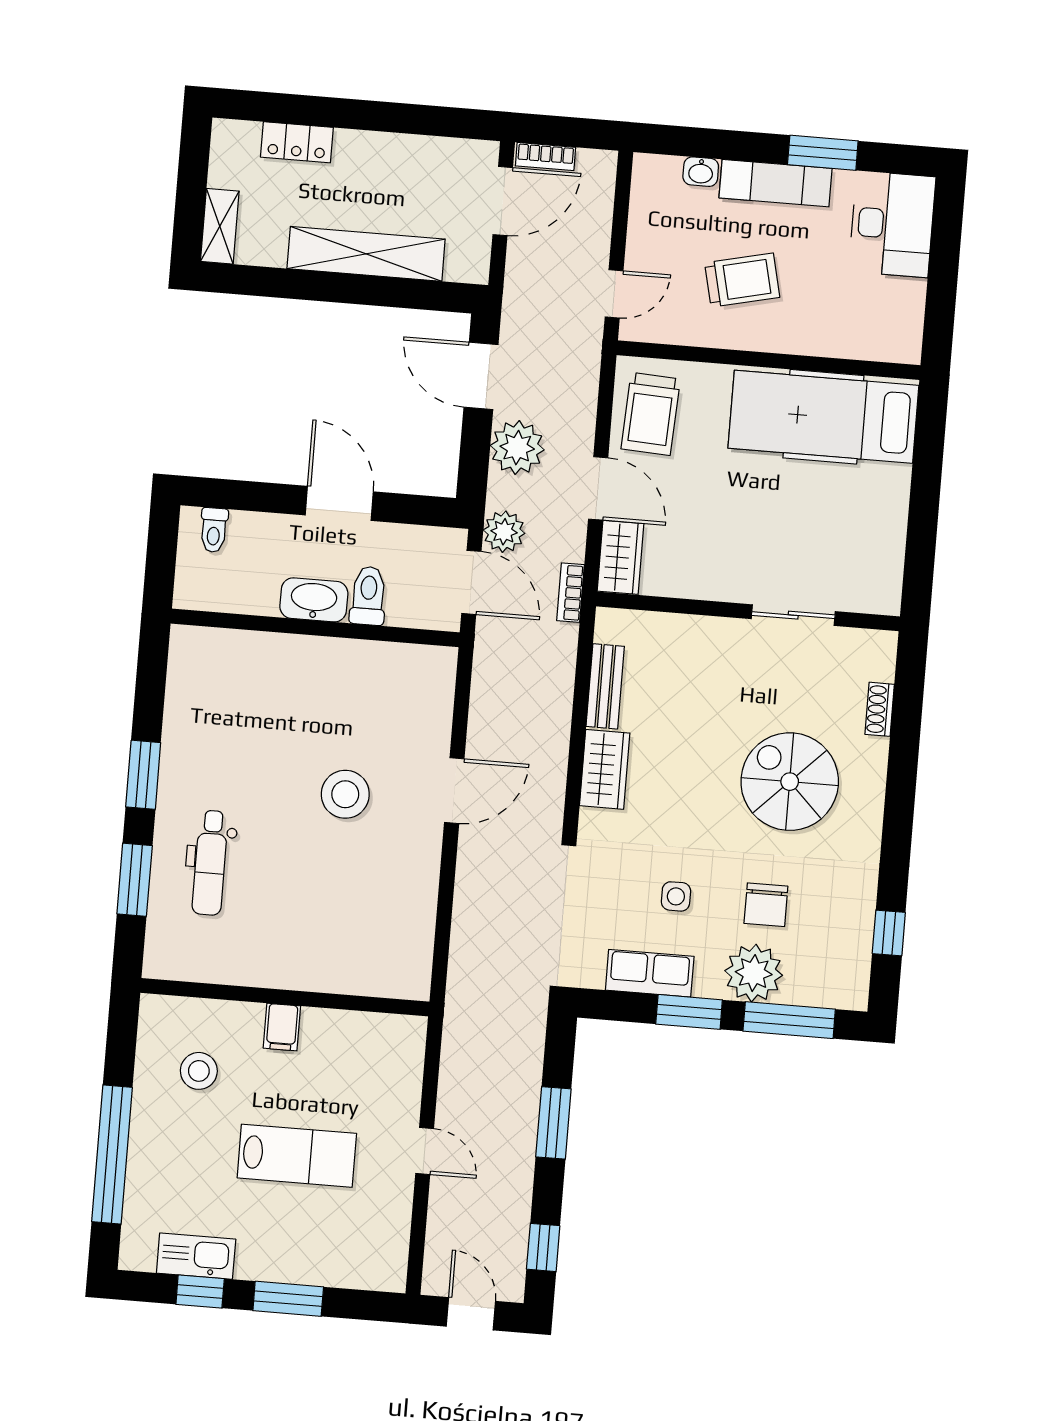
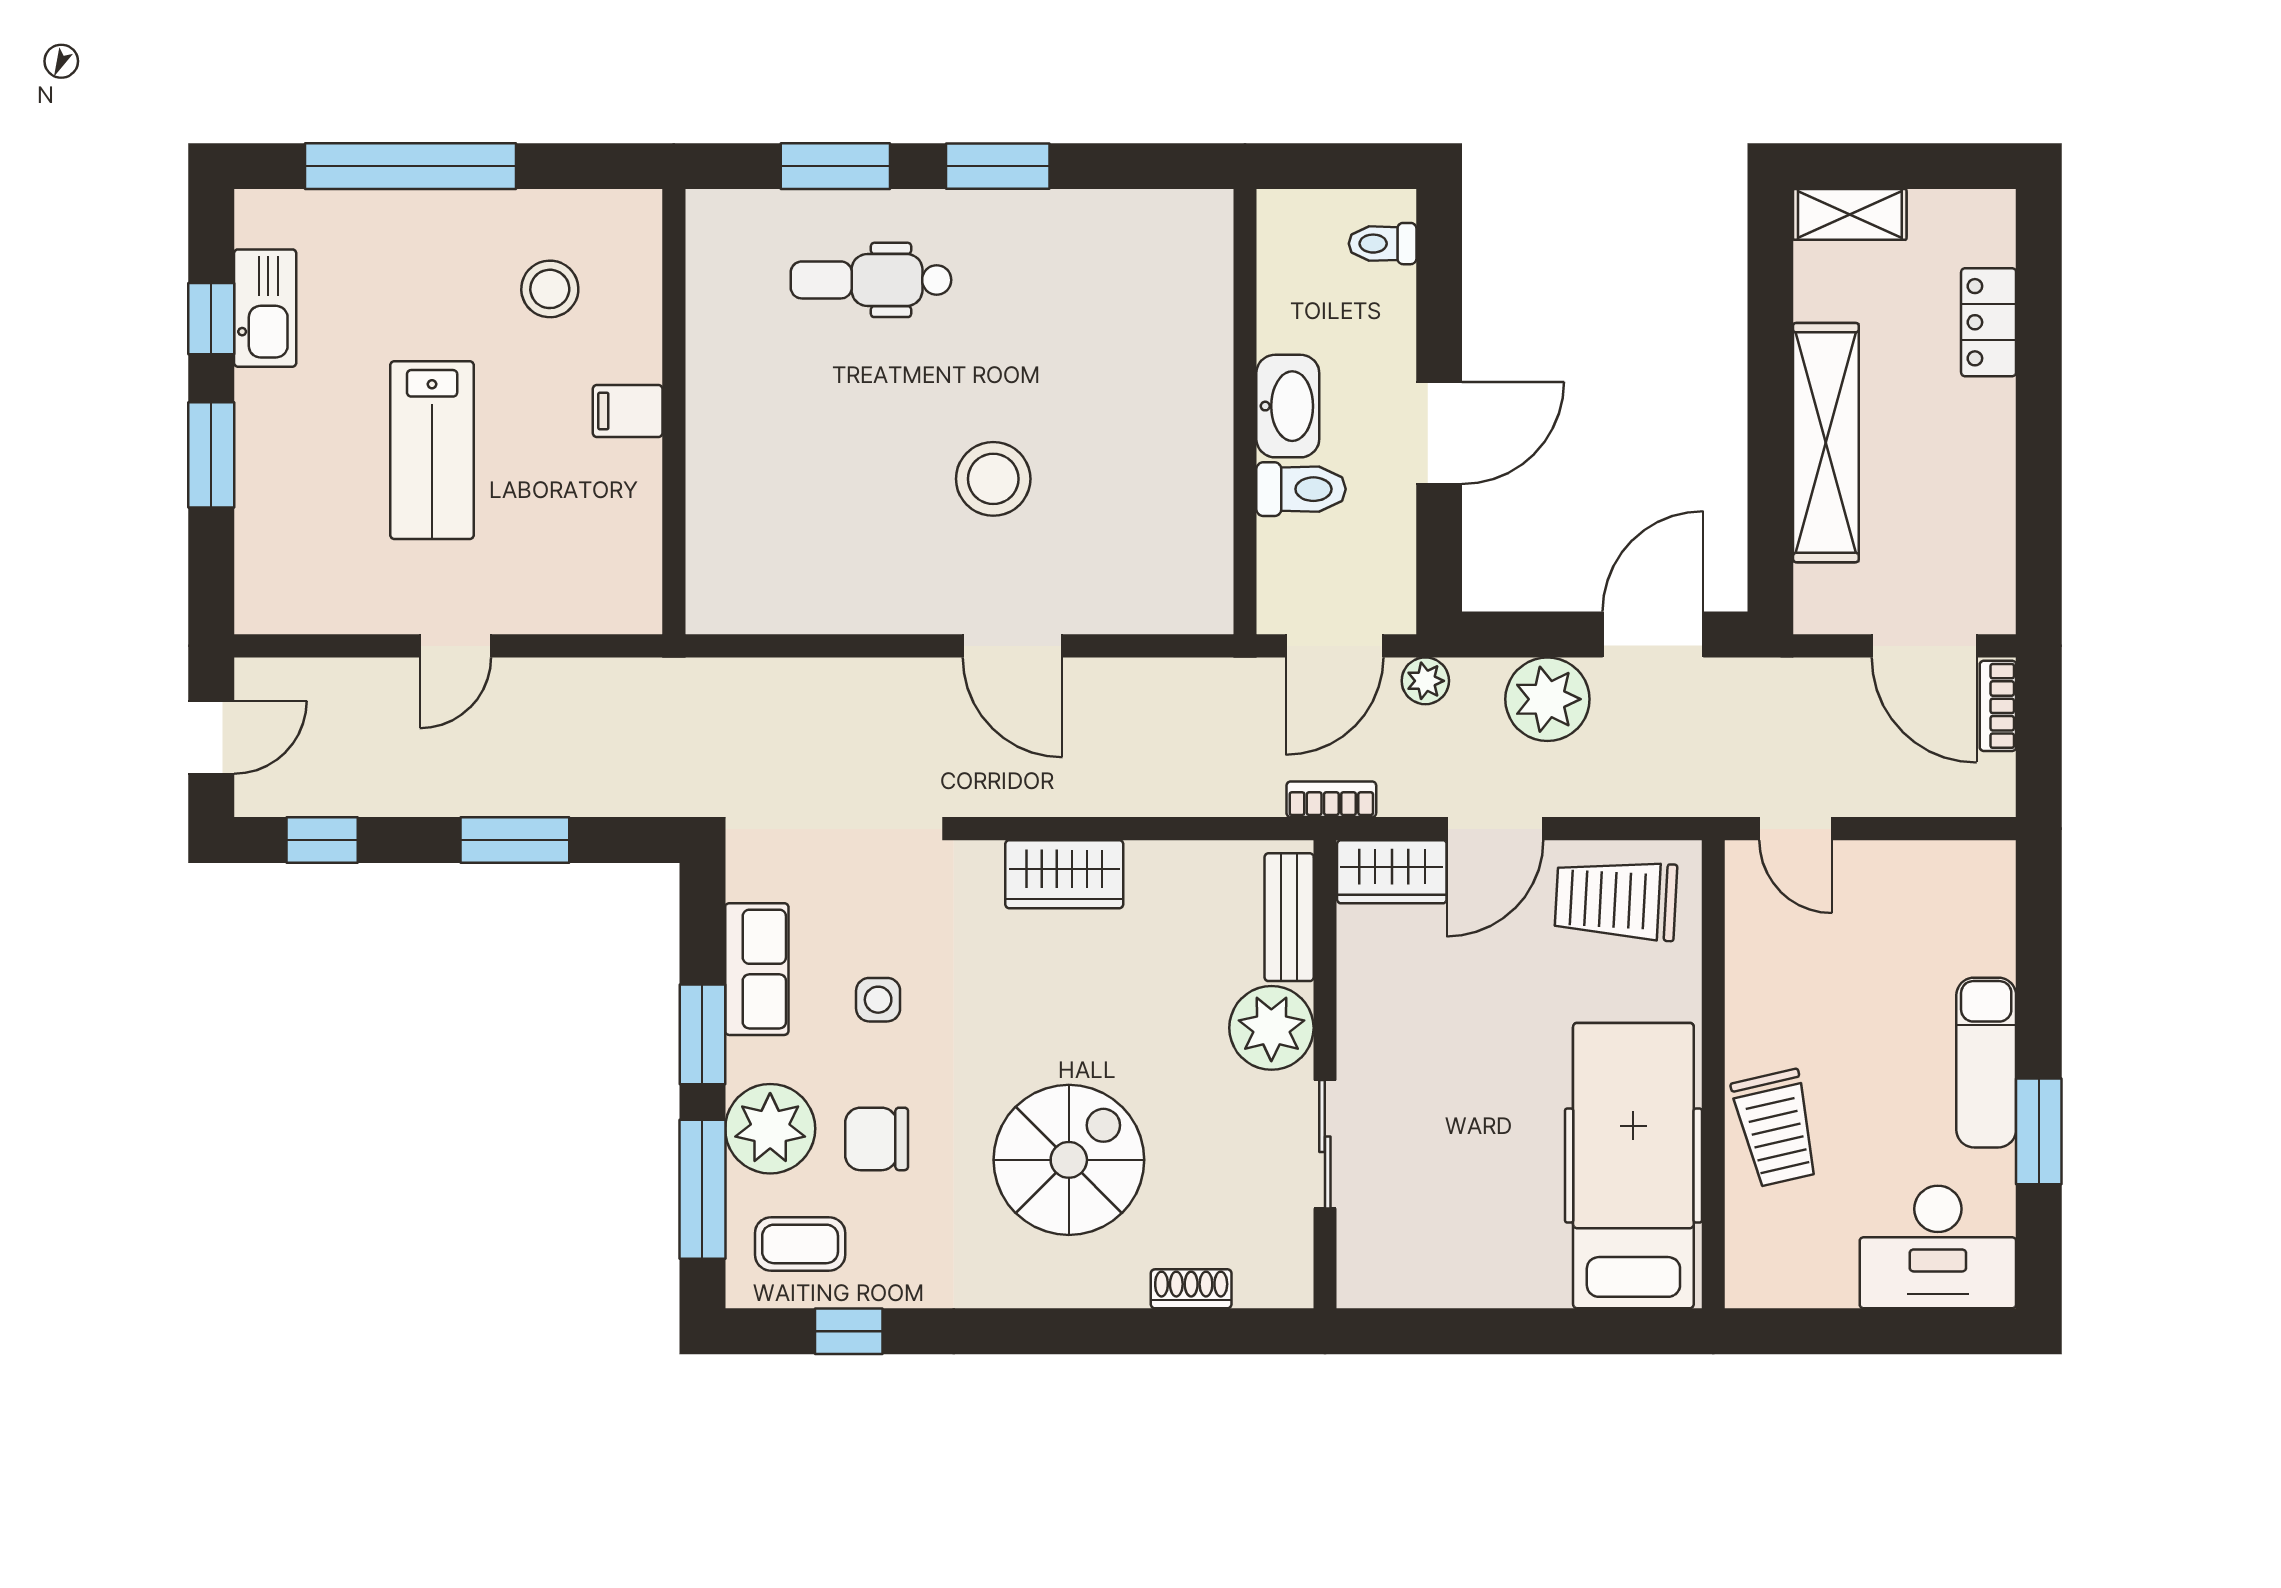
washbasin: (701, 172) -> (1994, 946), removed
trolley: (742, 280) -> (1776, 1128), moved
plant: (504, 532) -> (1425, 681), width x0.73, depth x0.73
plant: (715, 643) -> (1271, 1028), added
bench: (605, 686) -> (1289, 917), moved, turned 90
coffee table: (830, 960) -> (800, 1244), added

